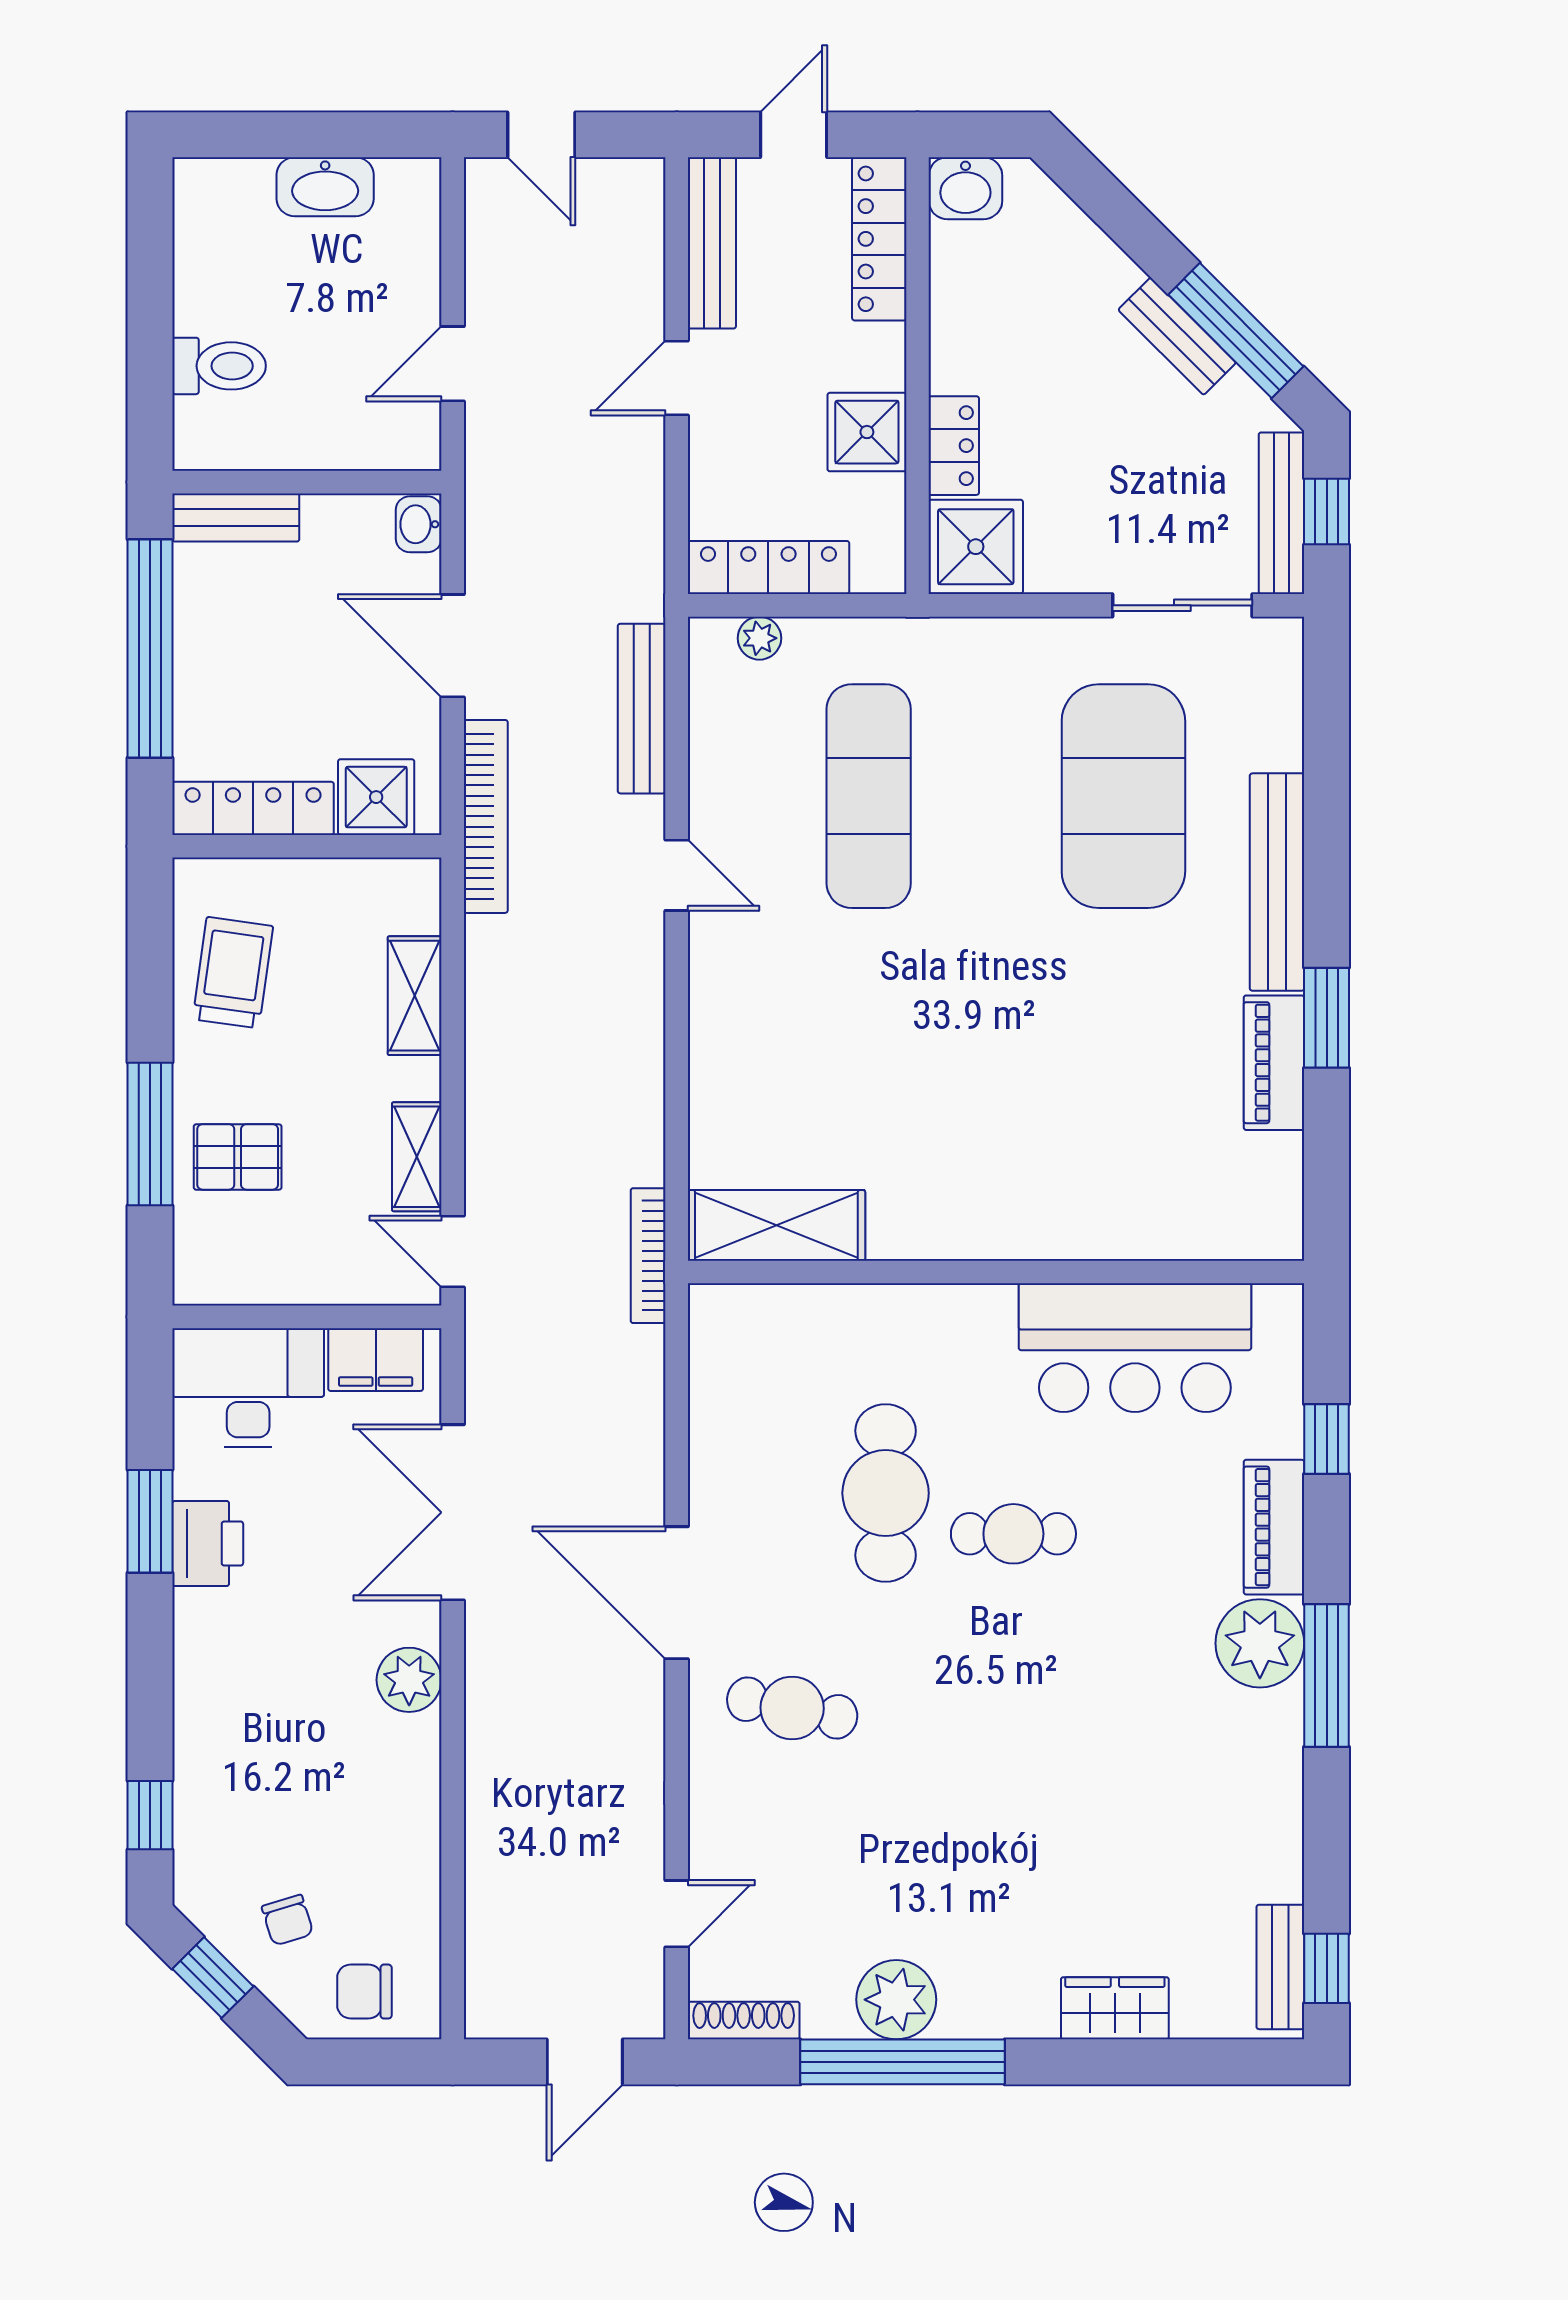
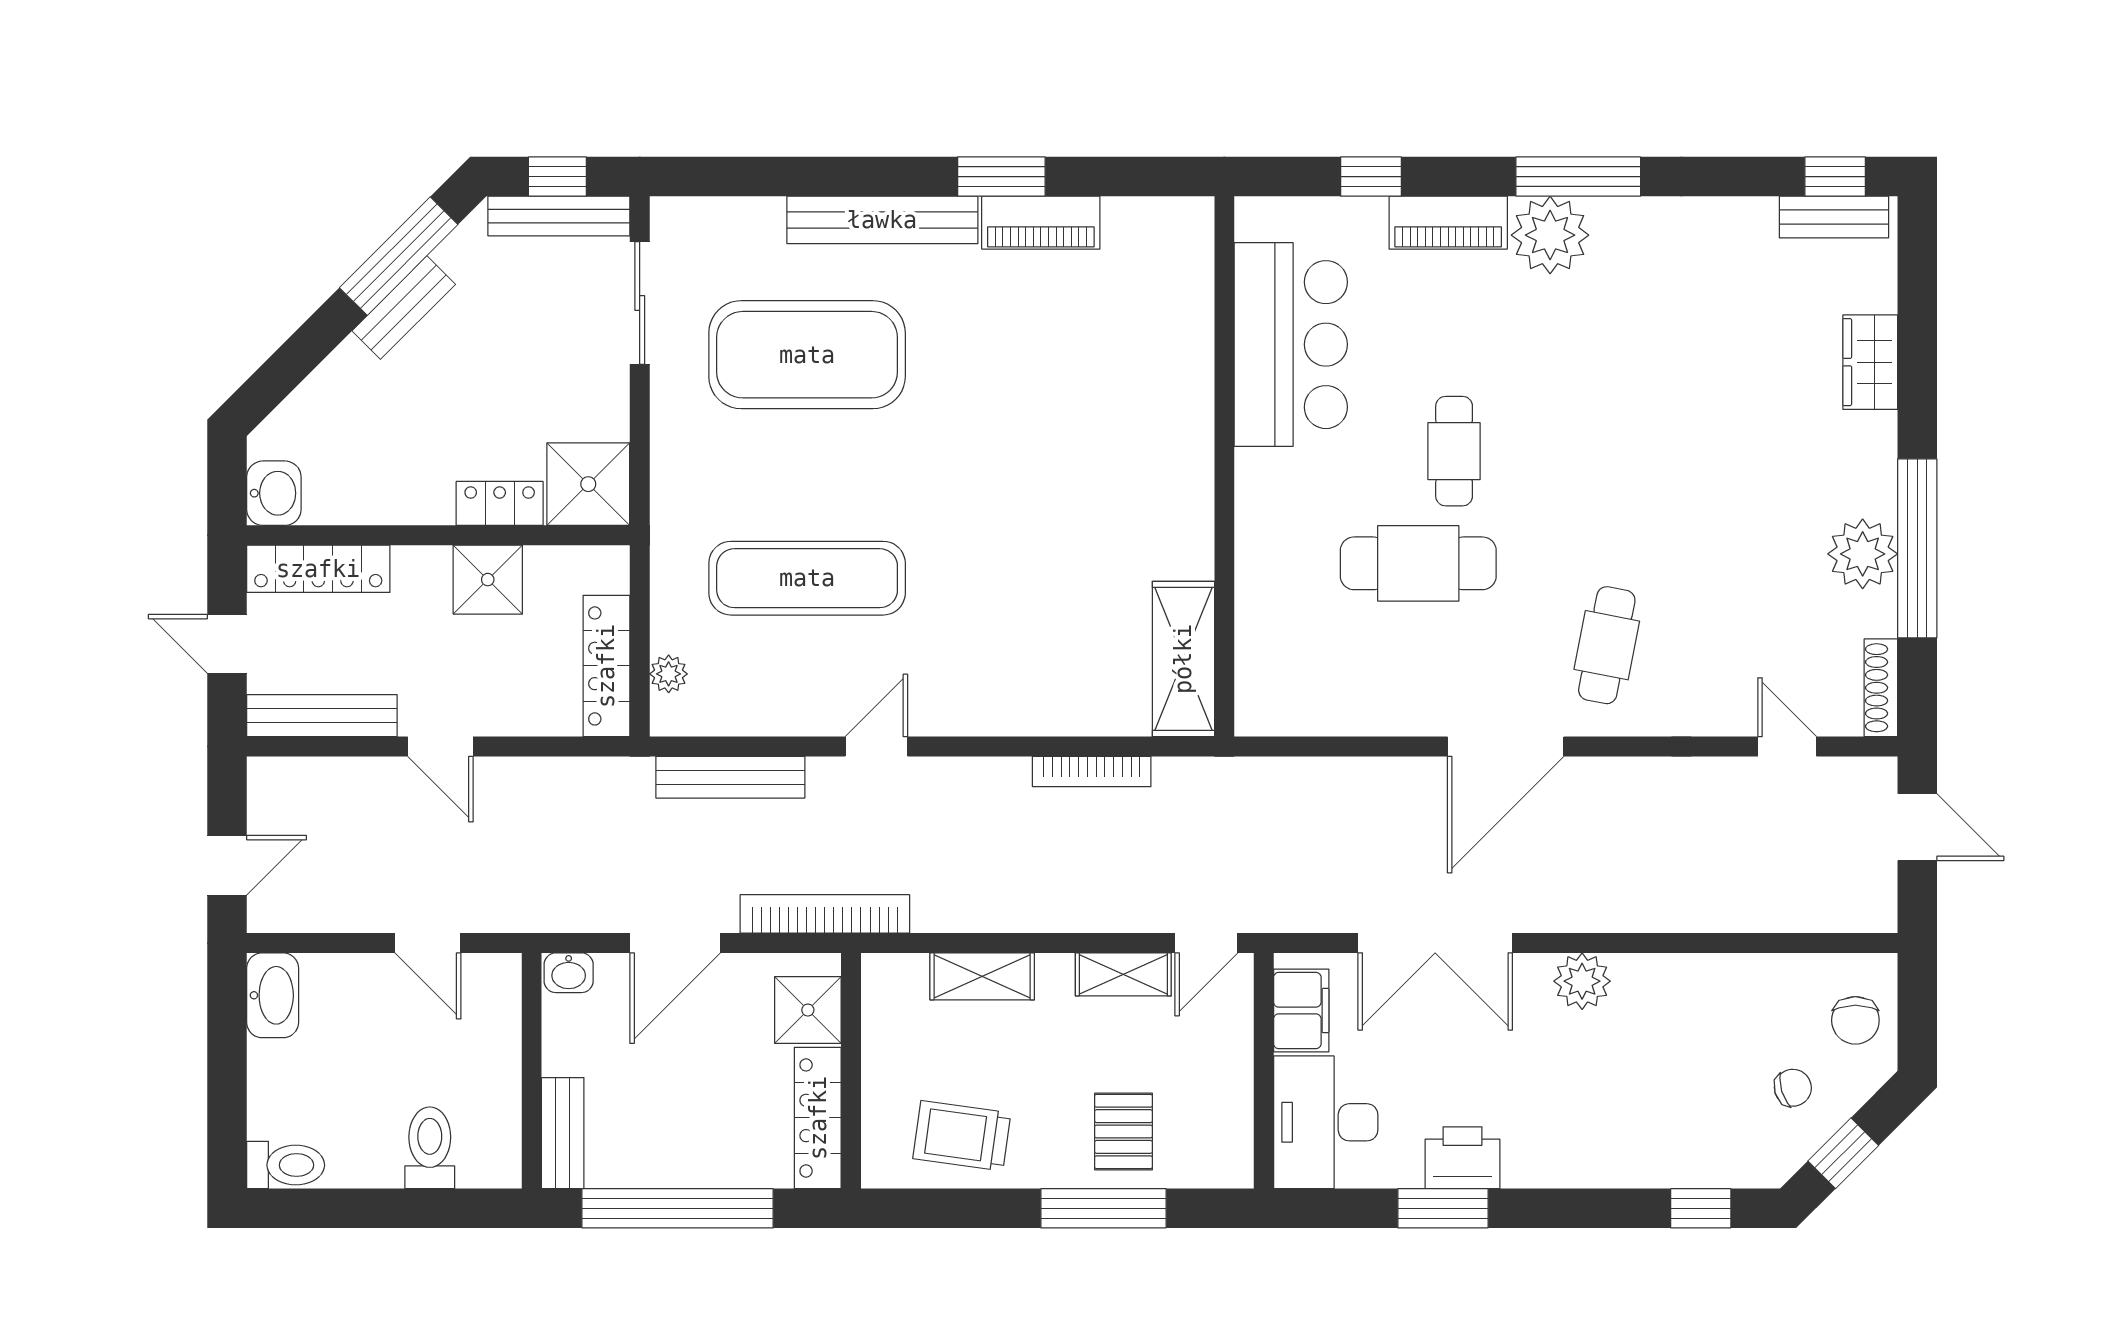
washbasin: (325, 187) -> (273, 995), moved
toilet: (199, 202) -> (286, 1165), added
bookcase: (648, 1256) -> (1092, 771), moved

